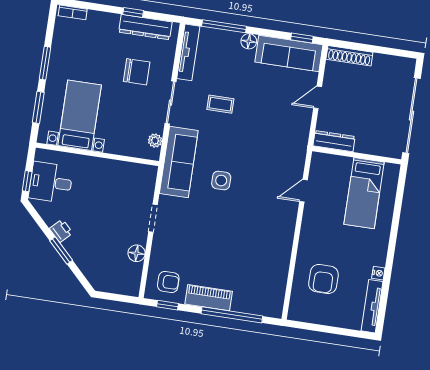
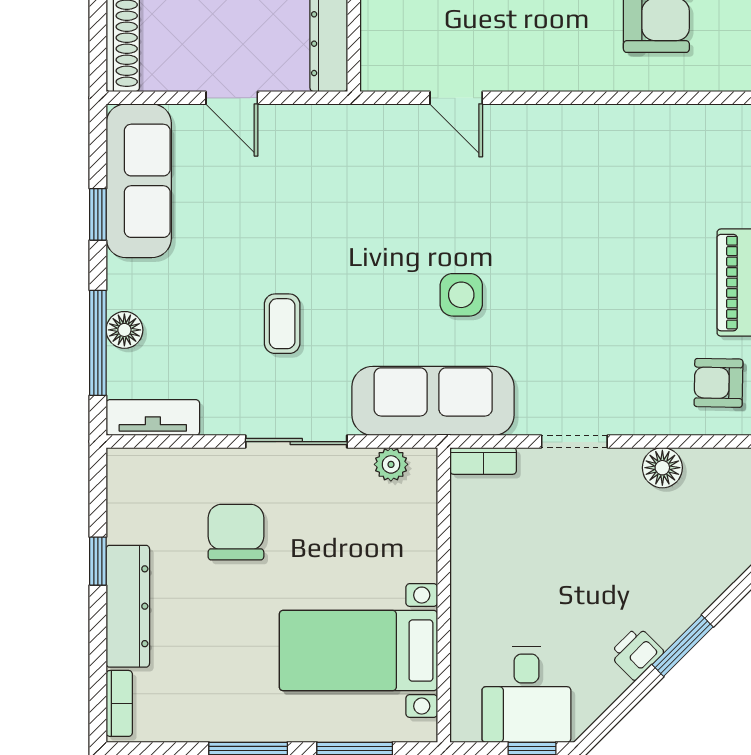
dresser: (145, 27) -> (128, 606), moved
window: (302, 38) -> (98, 214), moved
floor lamp: (249, 41) -> (124, 330), moved
tv unit: (188, 52) -> (153, 418), width x0.71
bookcase: (151, 179) -> (483, 461), added
armchair: (168, 282) -> (718, 383), turned -89

